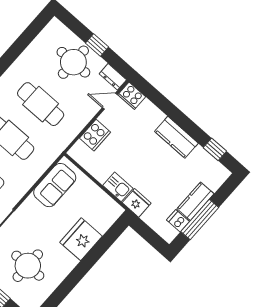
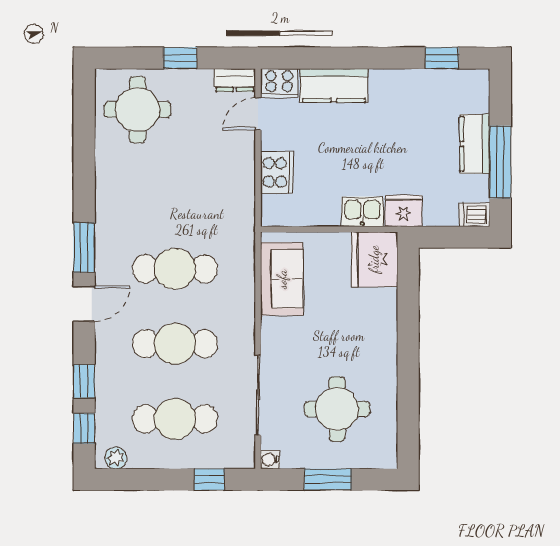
round table: (73, 62) -> (137, 110), moved
cafe table: (41, 104) -> (175, 194), removed
kitchen counter: (176, 137) -> (334, 85), moved
dishwasher: (178, 221) -> (474, 215), moved
fridge: (81, 239) -> (374, 259), moved

